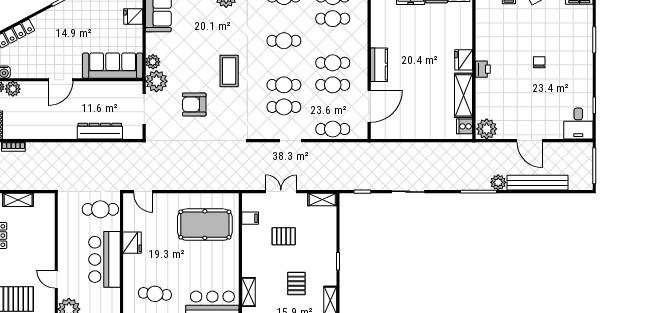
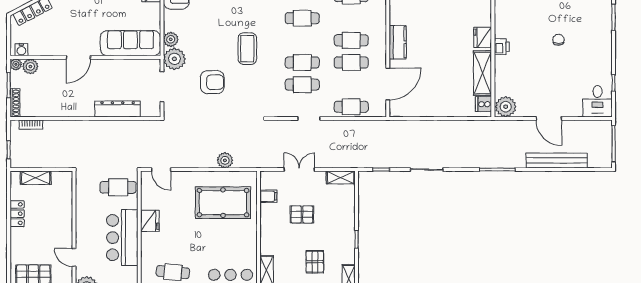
armchair: (194, 104) -> (212, 82), turned 180
plant: (498, 182) -> (225, 160), moved

